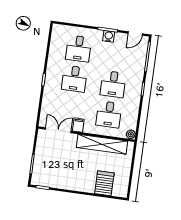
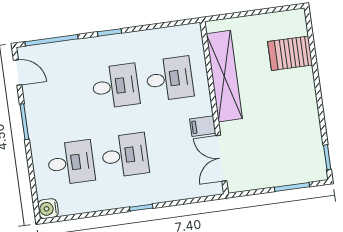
water cooler: (109, 36) -> (48, 209), moved
plant: (131, 134) -> (193, 31), removed

